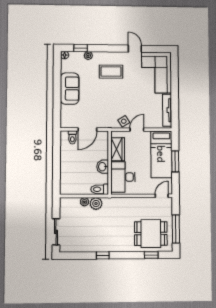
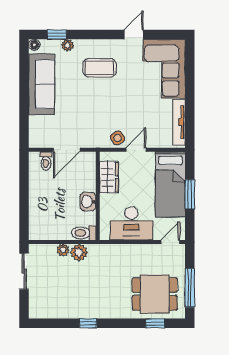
door: (135, 49) -> (134, 35), hinge flipped
sofa: (70, 89) -> (42, 84), width x1.36
desk: (123, 177) -> (131, 223), moved, turned -90
sliding door: (56, 232) -> (24, 271), moved

